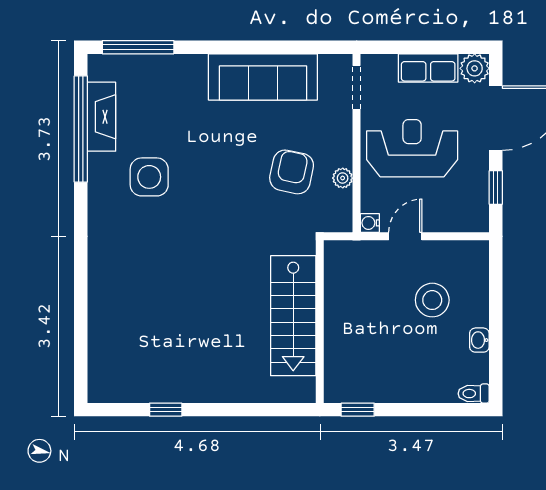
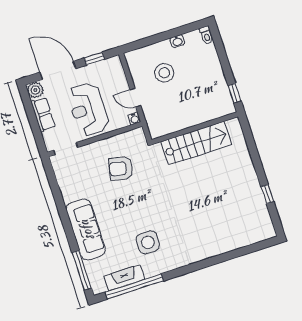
sofa: (263, 77) -> (86, 230), moved
plant: (343, 178) -> (116, 141), removed

